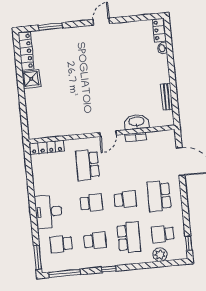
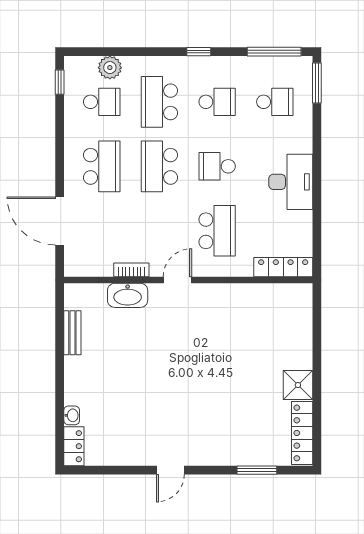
school desk: (125, 199) -> (159, 166), width x1.85
desk: (49, 212) -> (291, 182), moved
school desk: (95, 241) -> (217, 102), turned 180

